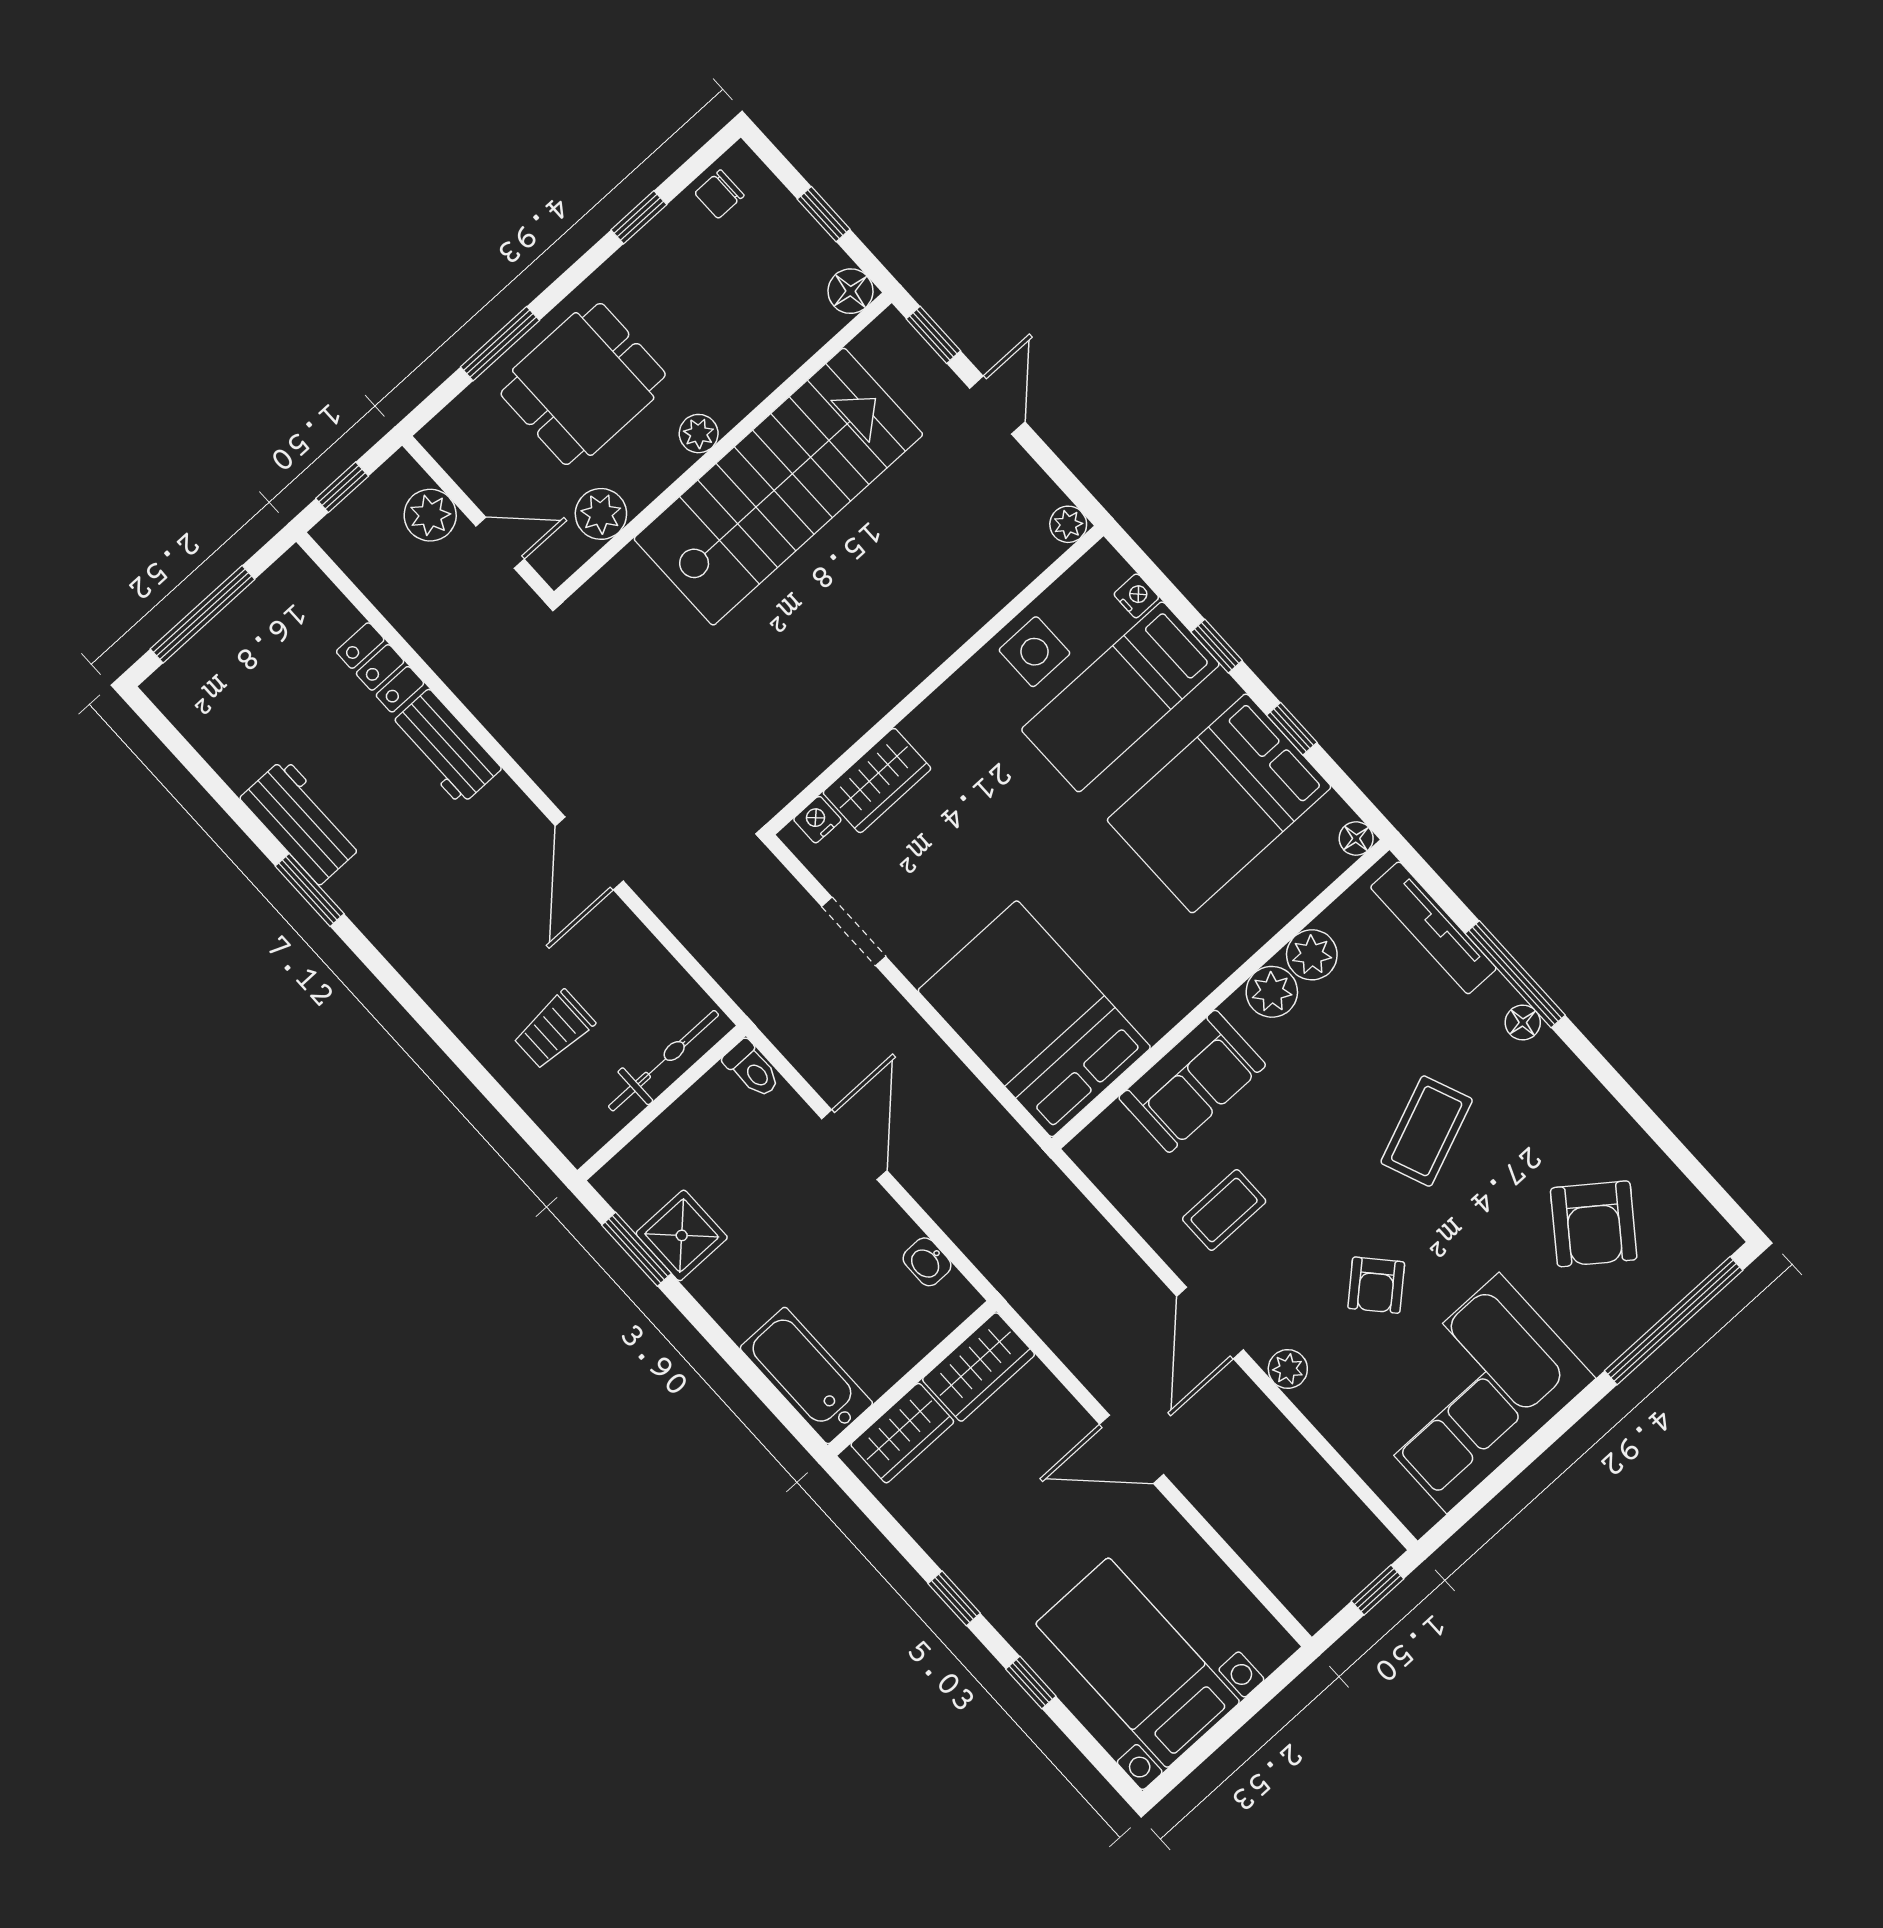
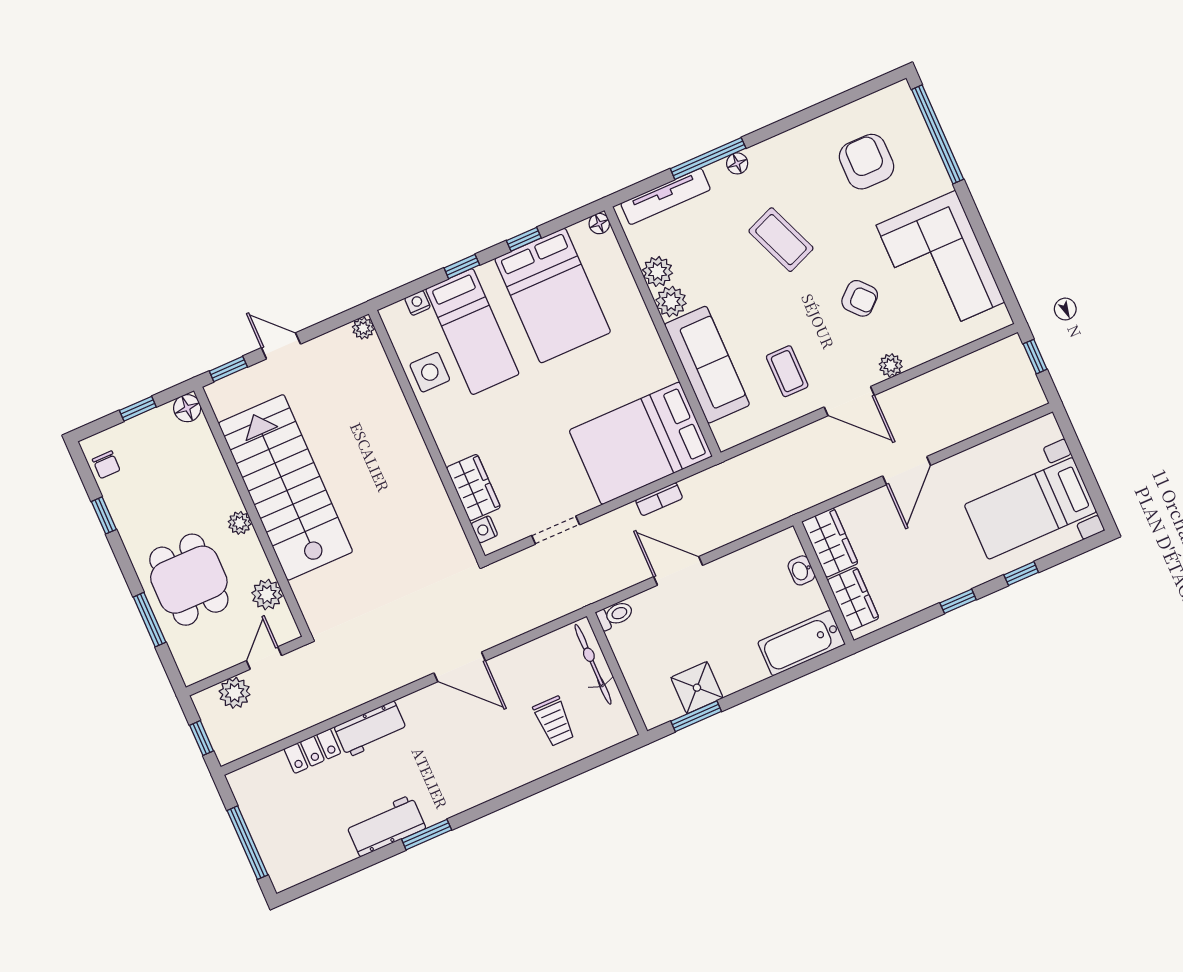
bookcase: (957, 1077) -> (659, 499), added
sofa: (1192, 1081) -> (707, 365), width x1.36
armchair: (1594, 1224) -> (867, 162), turned -127
washbasin: (927, 1262) -> (801, 570), moved, turned 90

